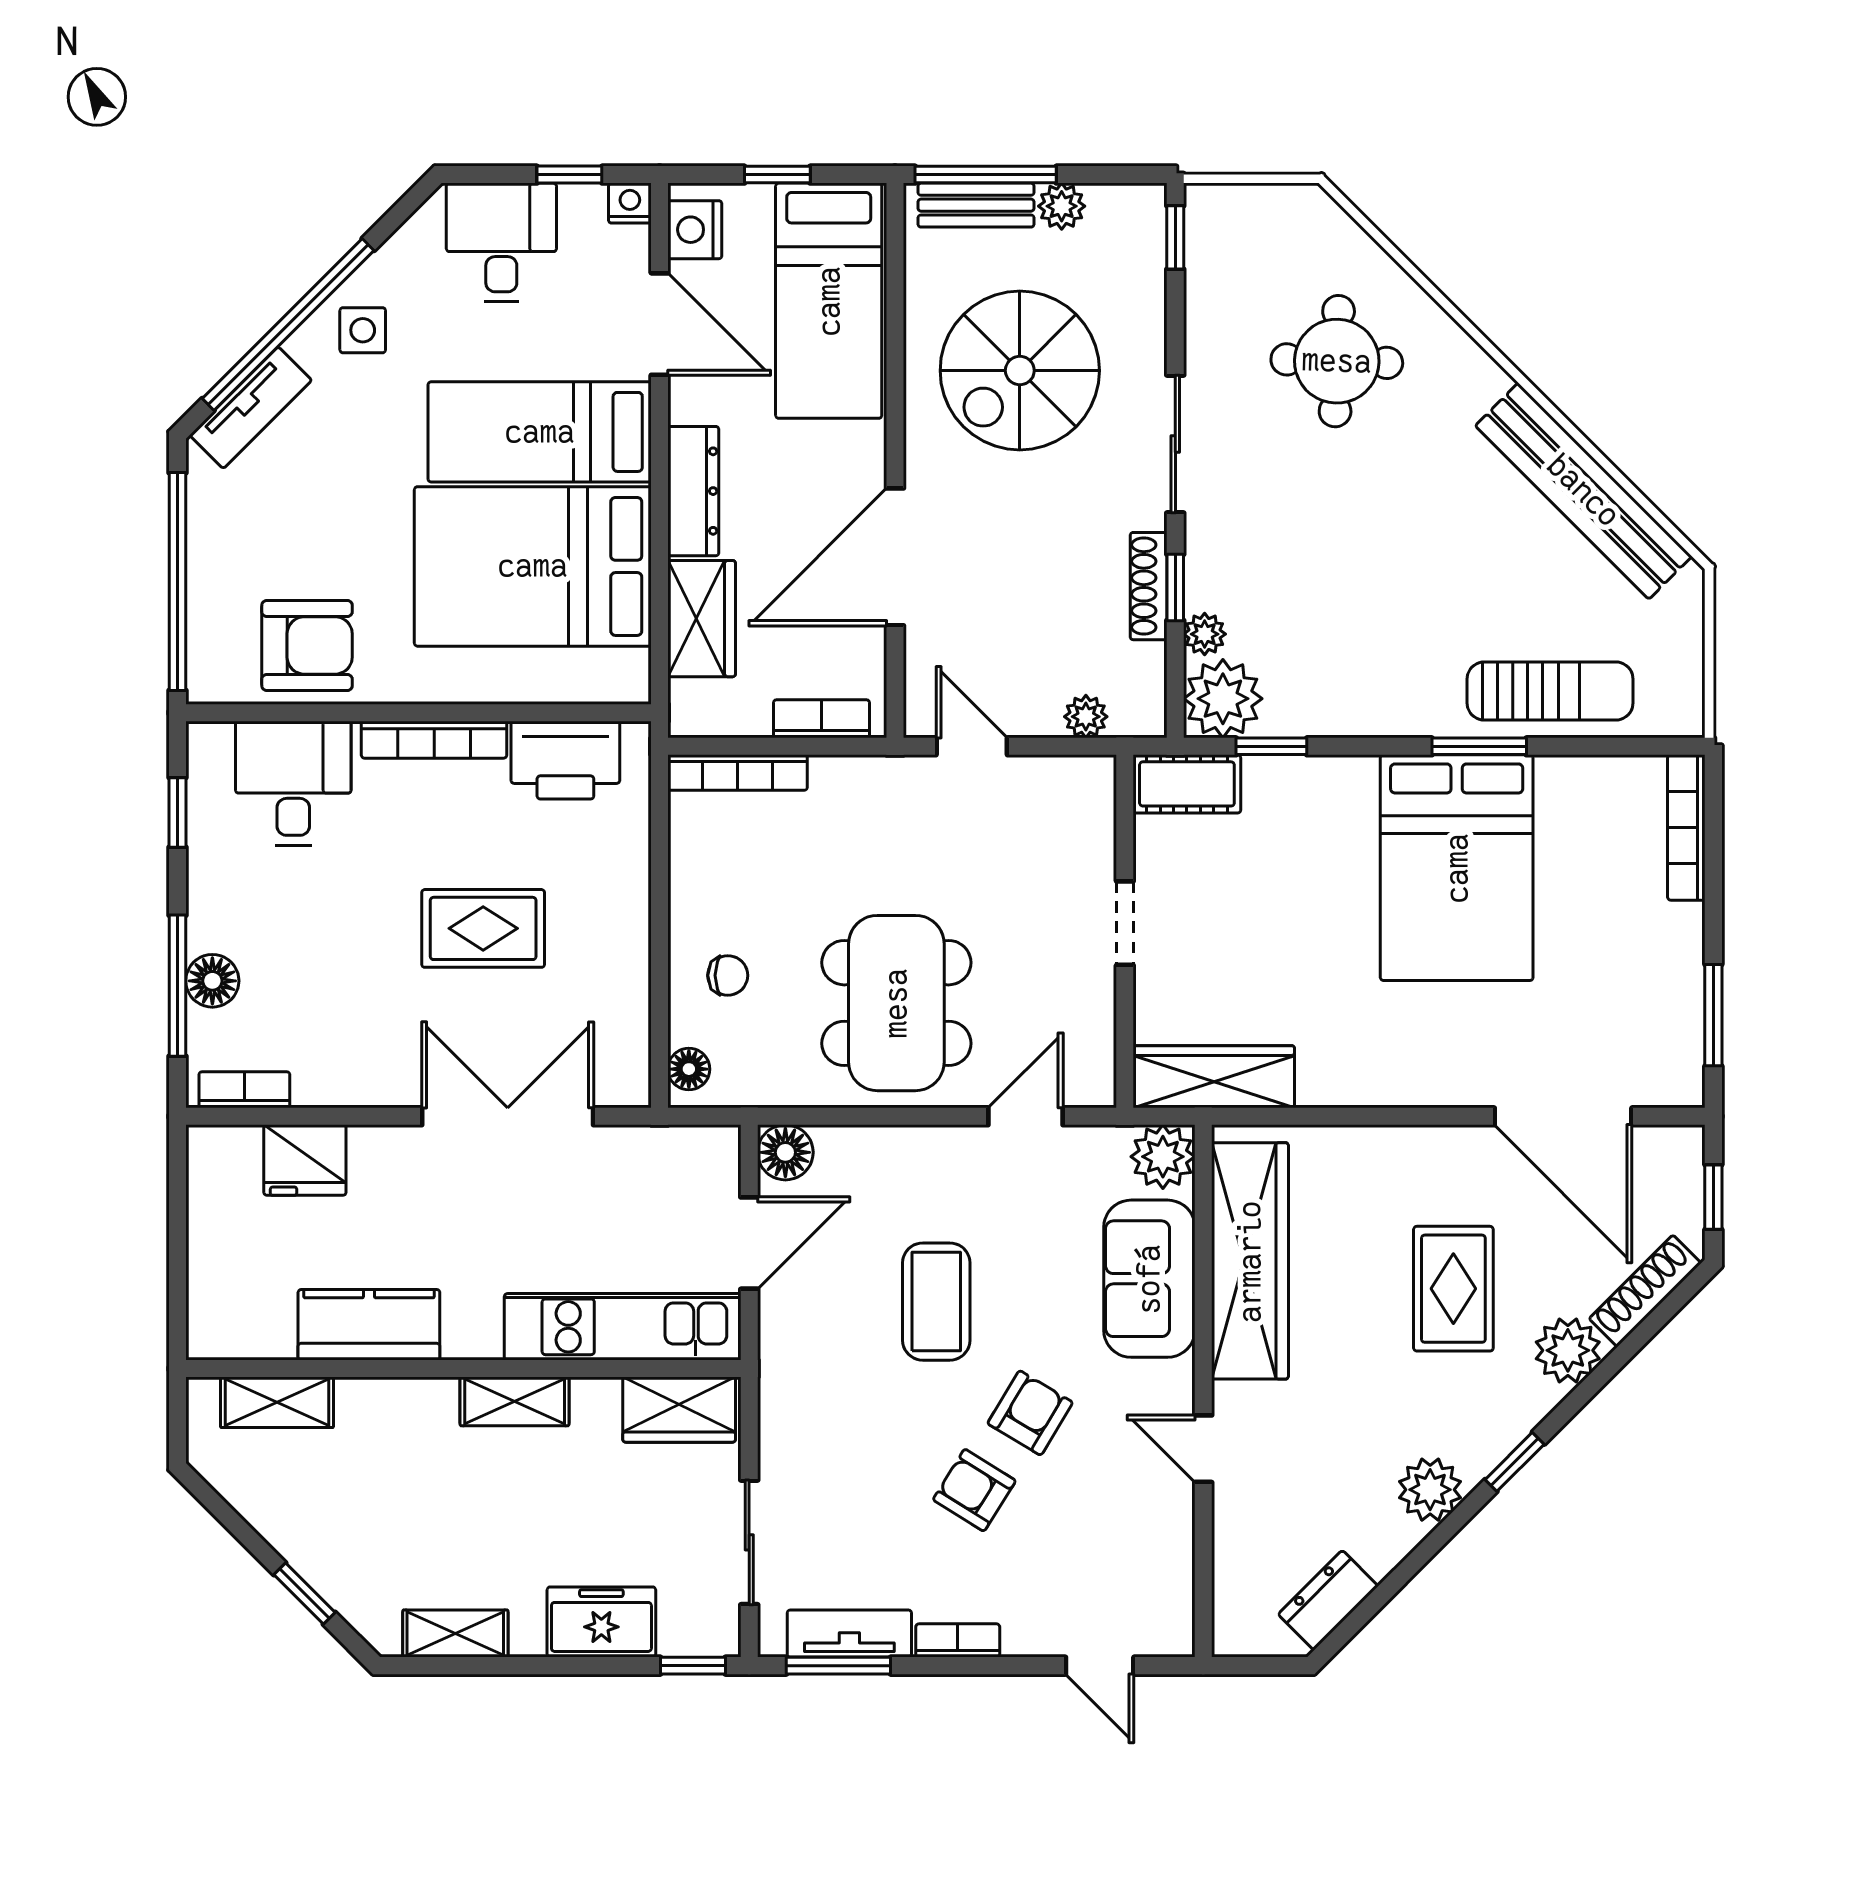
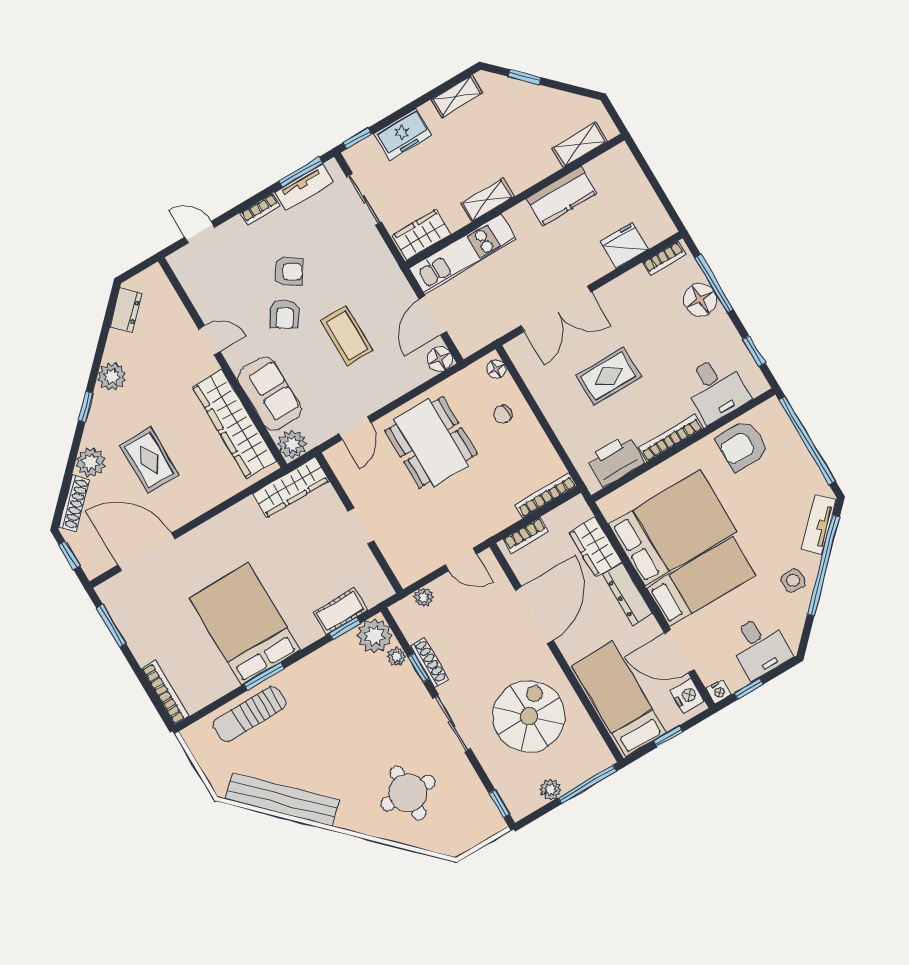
bench: (976, 205) -> (584, 770), removed
cot: (1187, 784) -> (340, 611), moved
floor lamp: (212, 981) -> (700, 300), width x1.38, depth x1.38

